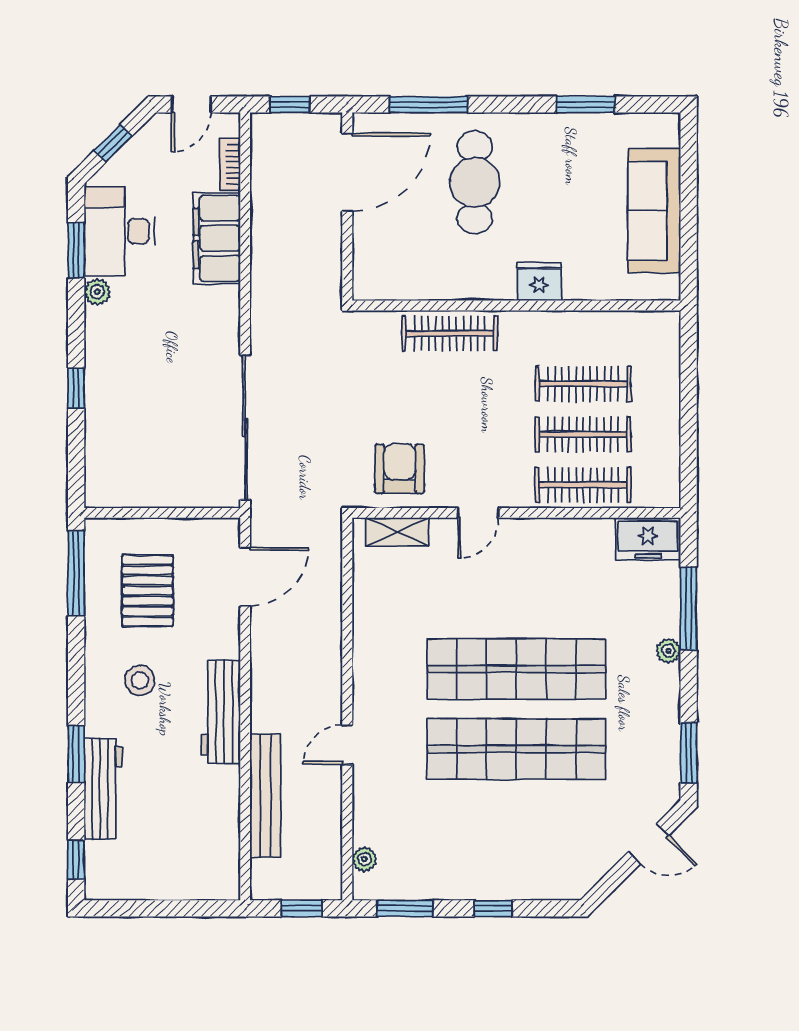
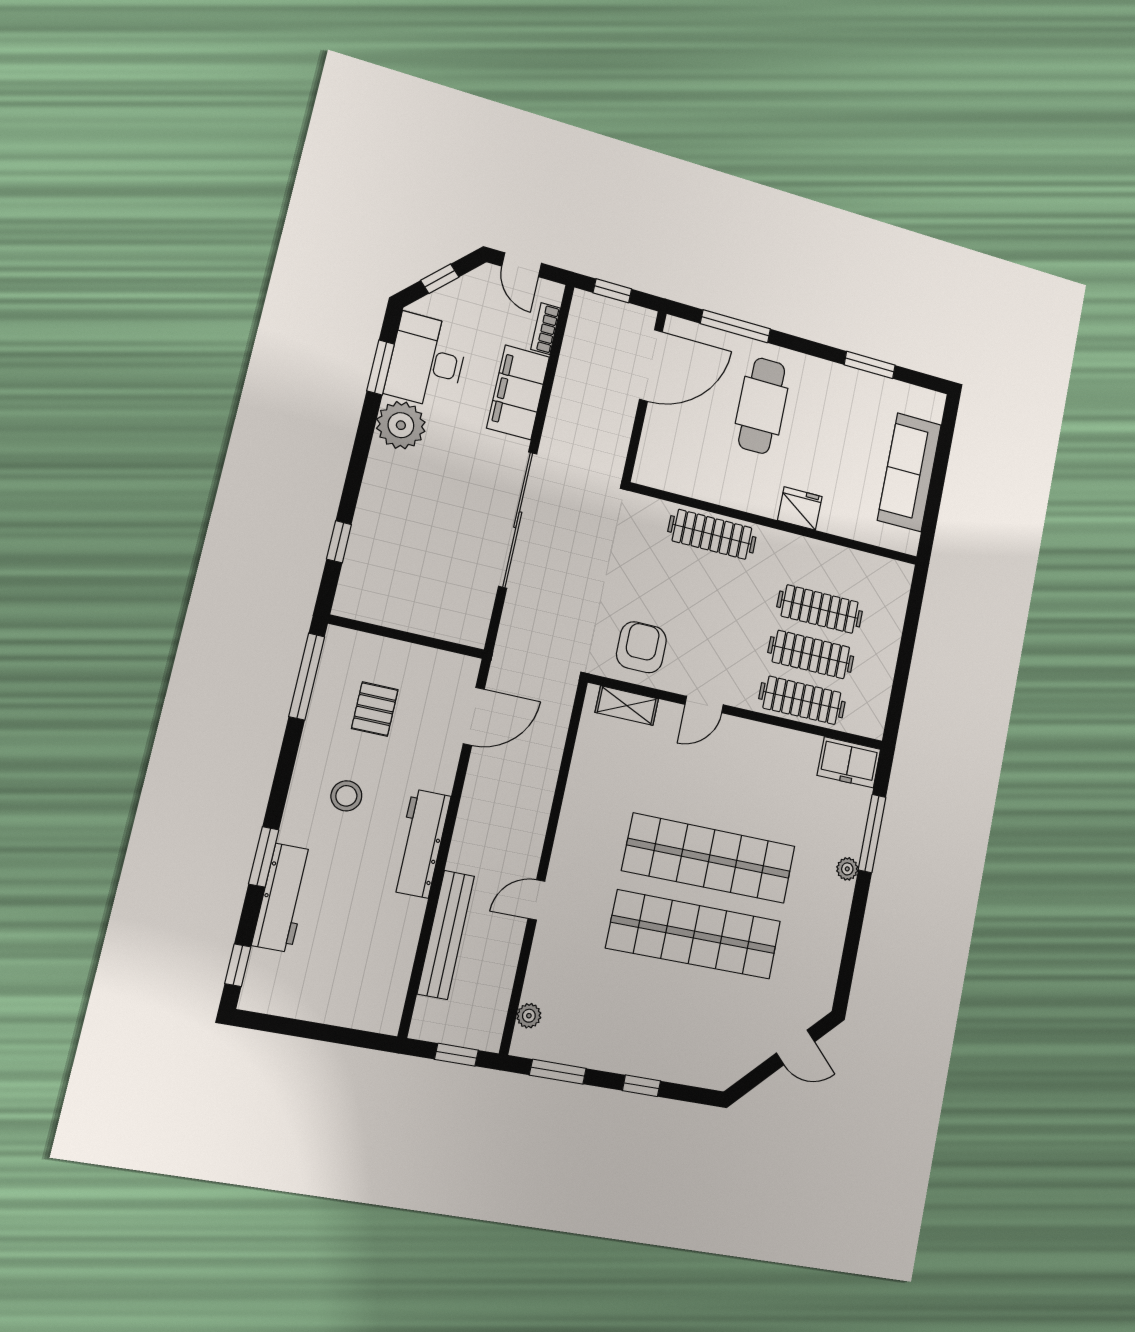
door: (191, 105) -> (522, 265), hinge flipped
plant: (97, 292) -> (401, 425), width x1.88, depth x1.88
window: (76, 388) -> (339, 542), moved
sliding door: (245, 427) -> (518, 520), moved
pallet: (148, 591) -> (375, 709), width x0.67, depth x0.71
window: (689, 753) -> (847, 968), removed

